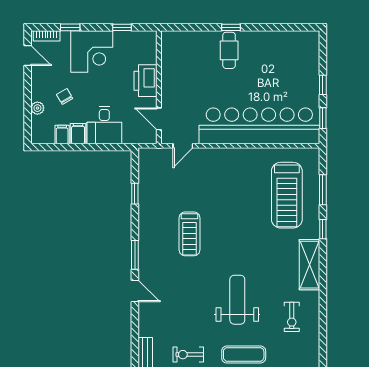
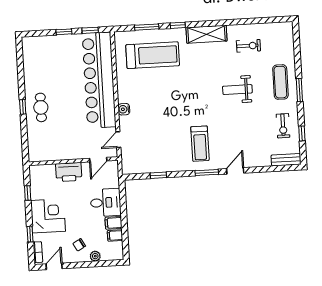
cafe table: (229, 50) -> (41, 107), turned 90
chair: (65, 96) -> (79, 245), moved
door: (183, 146) -> (118, 140), swing flipped
water cooler: (221, 155) -> (124, 109), added
treadmill: (190, 234) -> (200, 144), moved, turned 90
weight bench: (237, 300) -> (237, 90), width x0.73, depth x0.75

